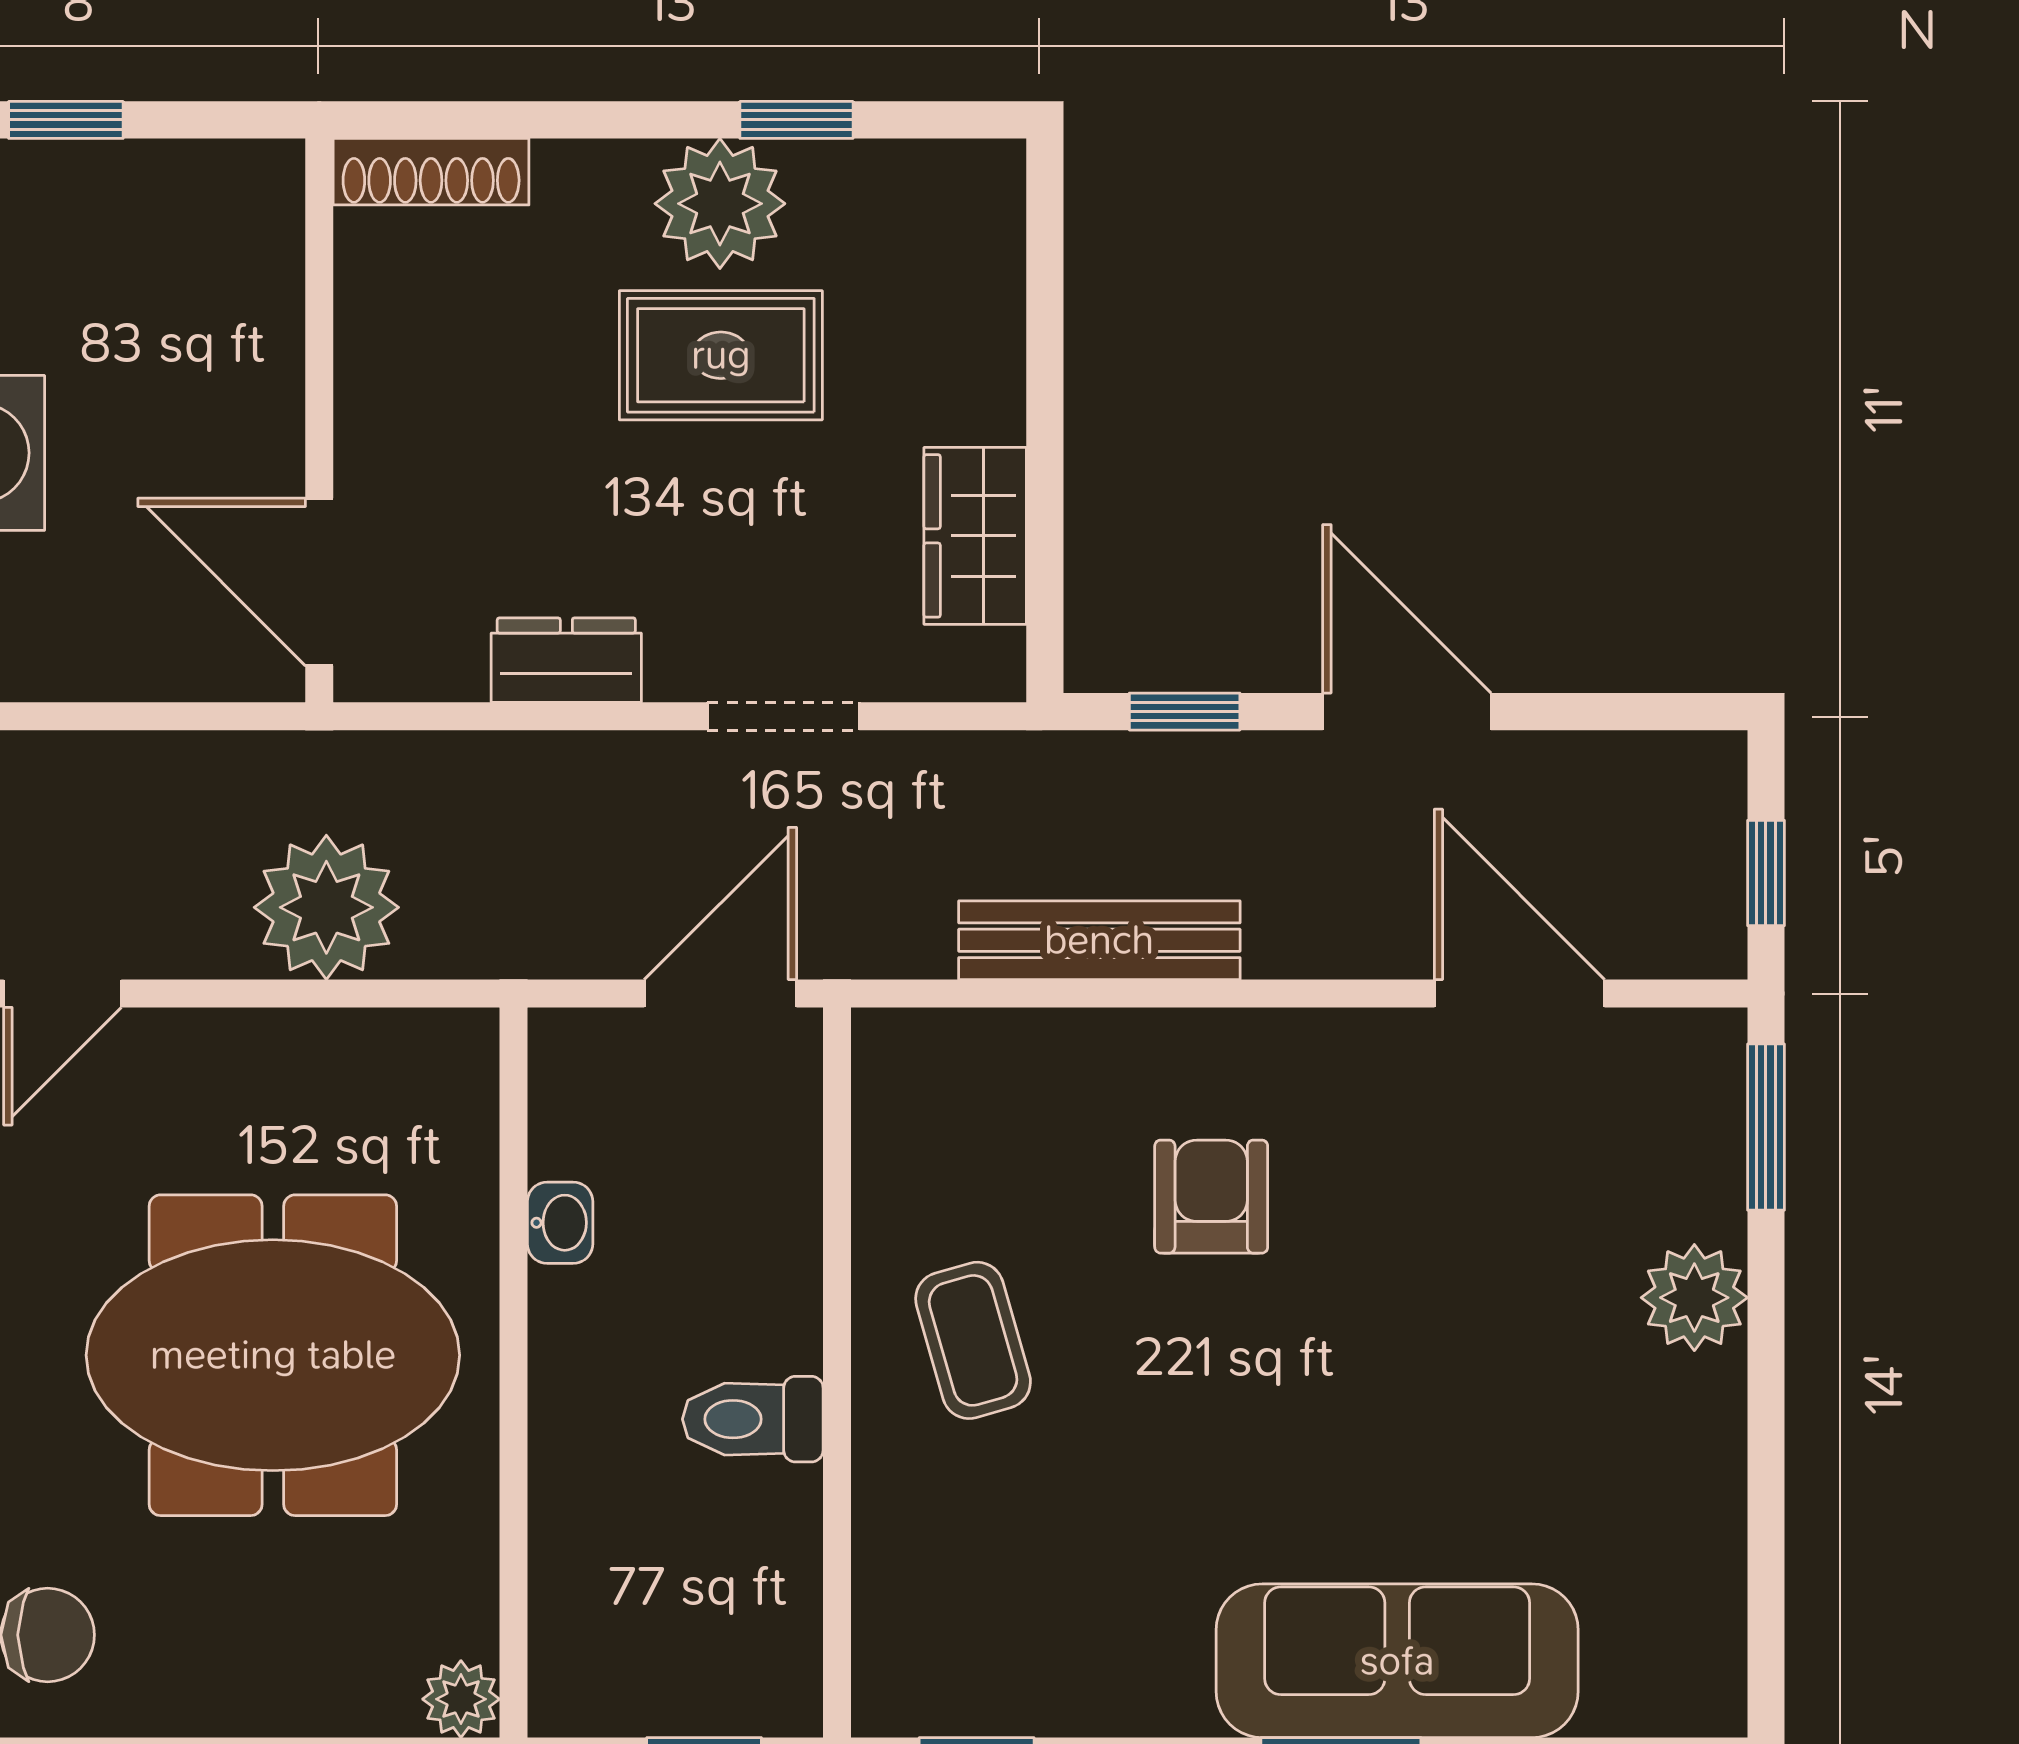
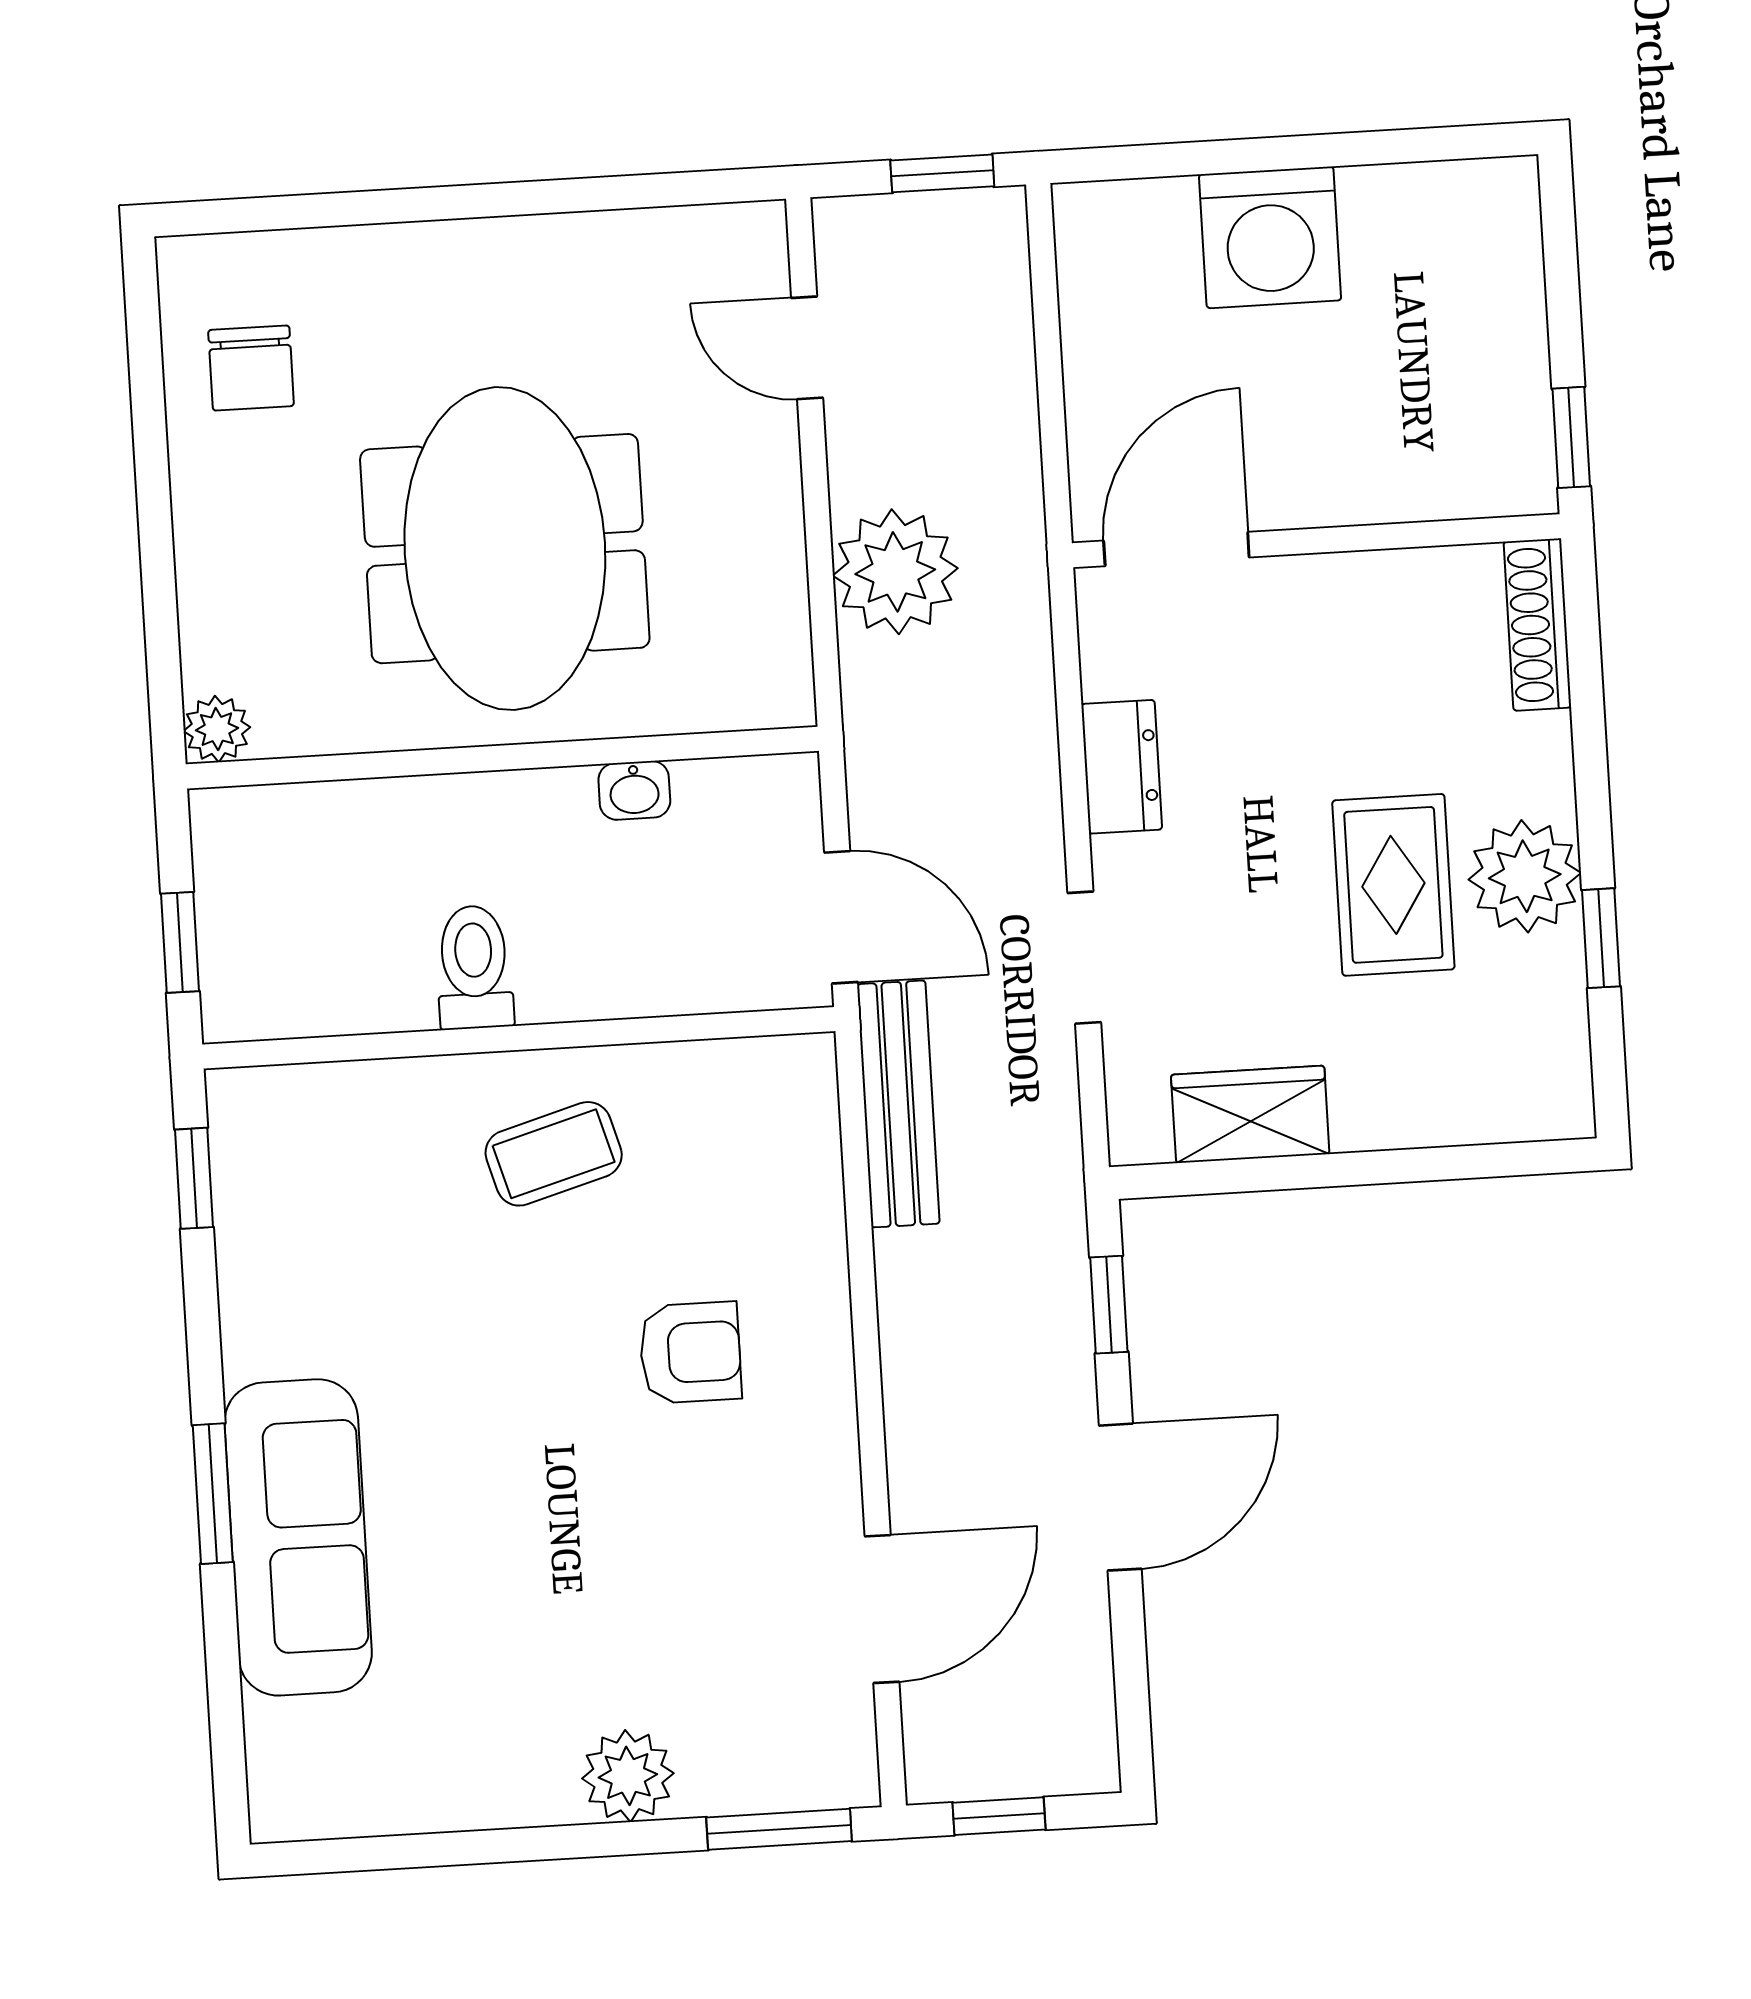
window: (66, 120) -> (1571, 437), moved
bench: (1099, 940) -> (898, 1104), moved

